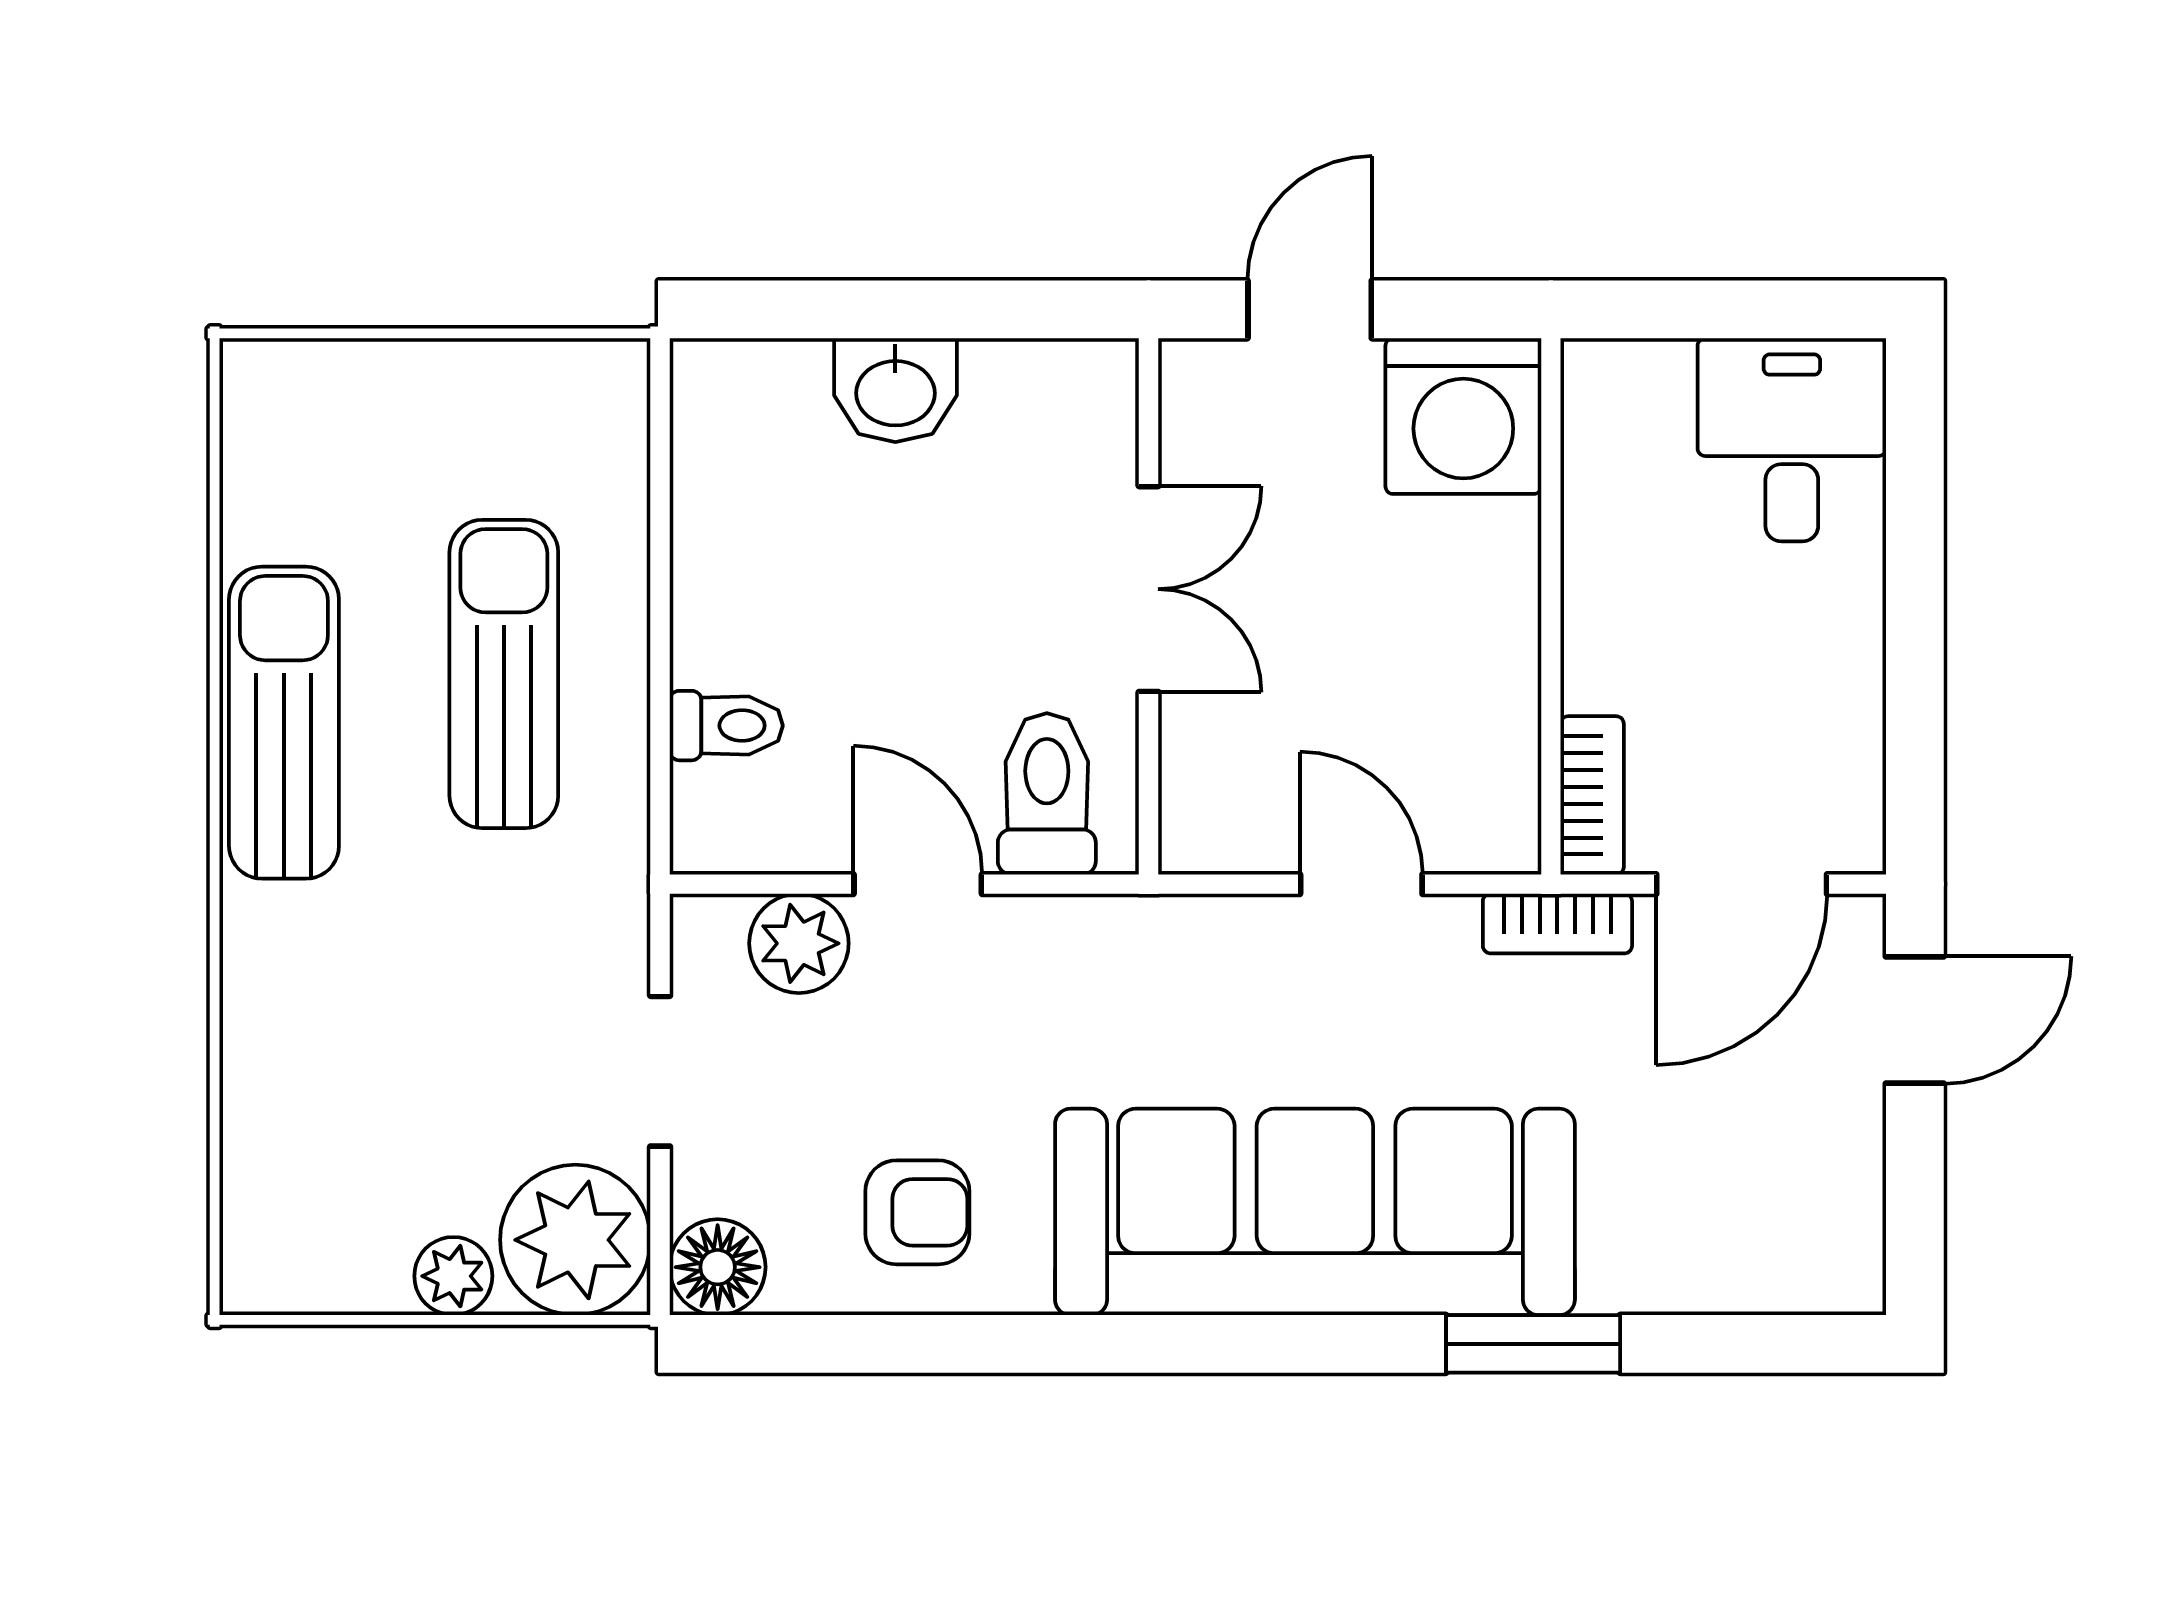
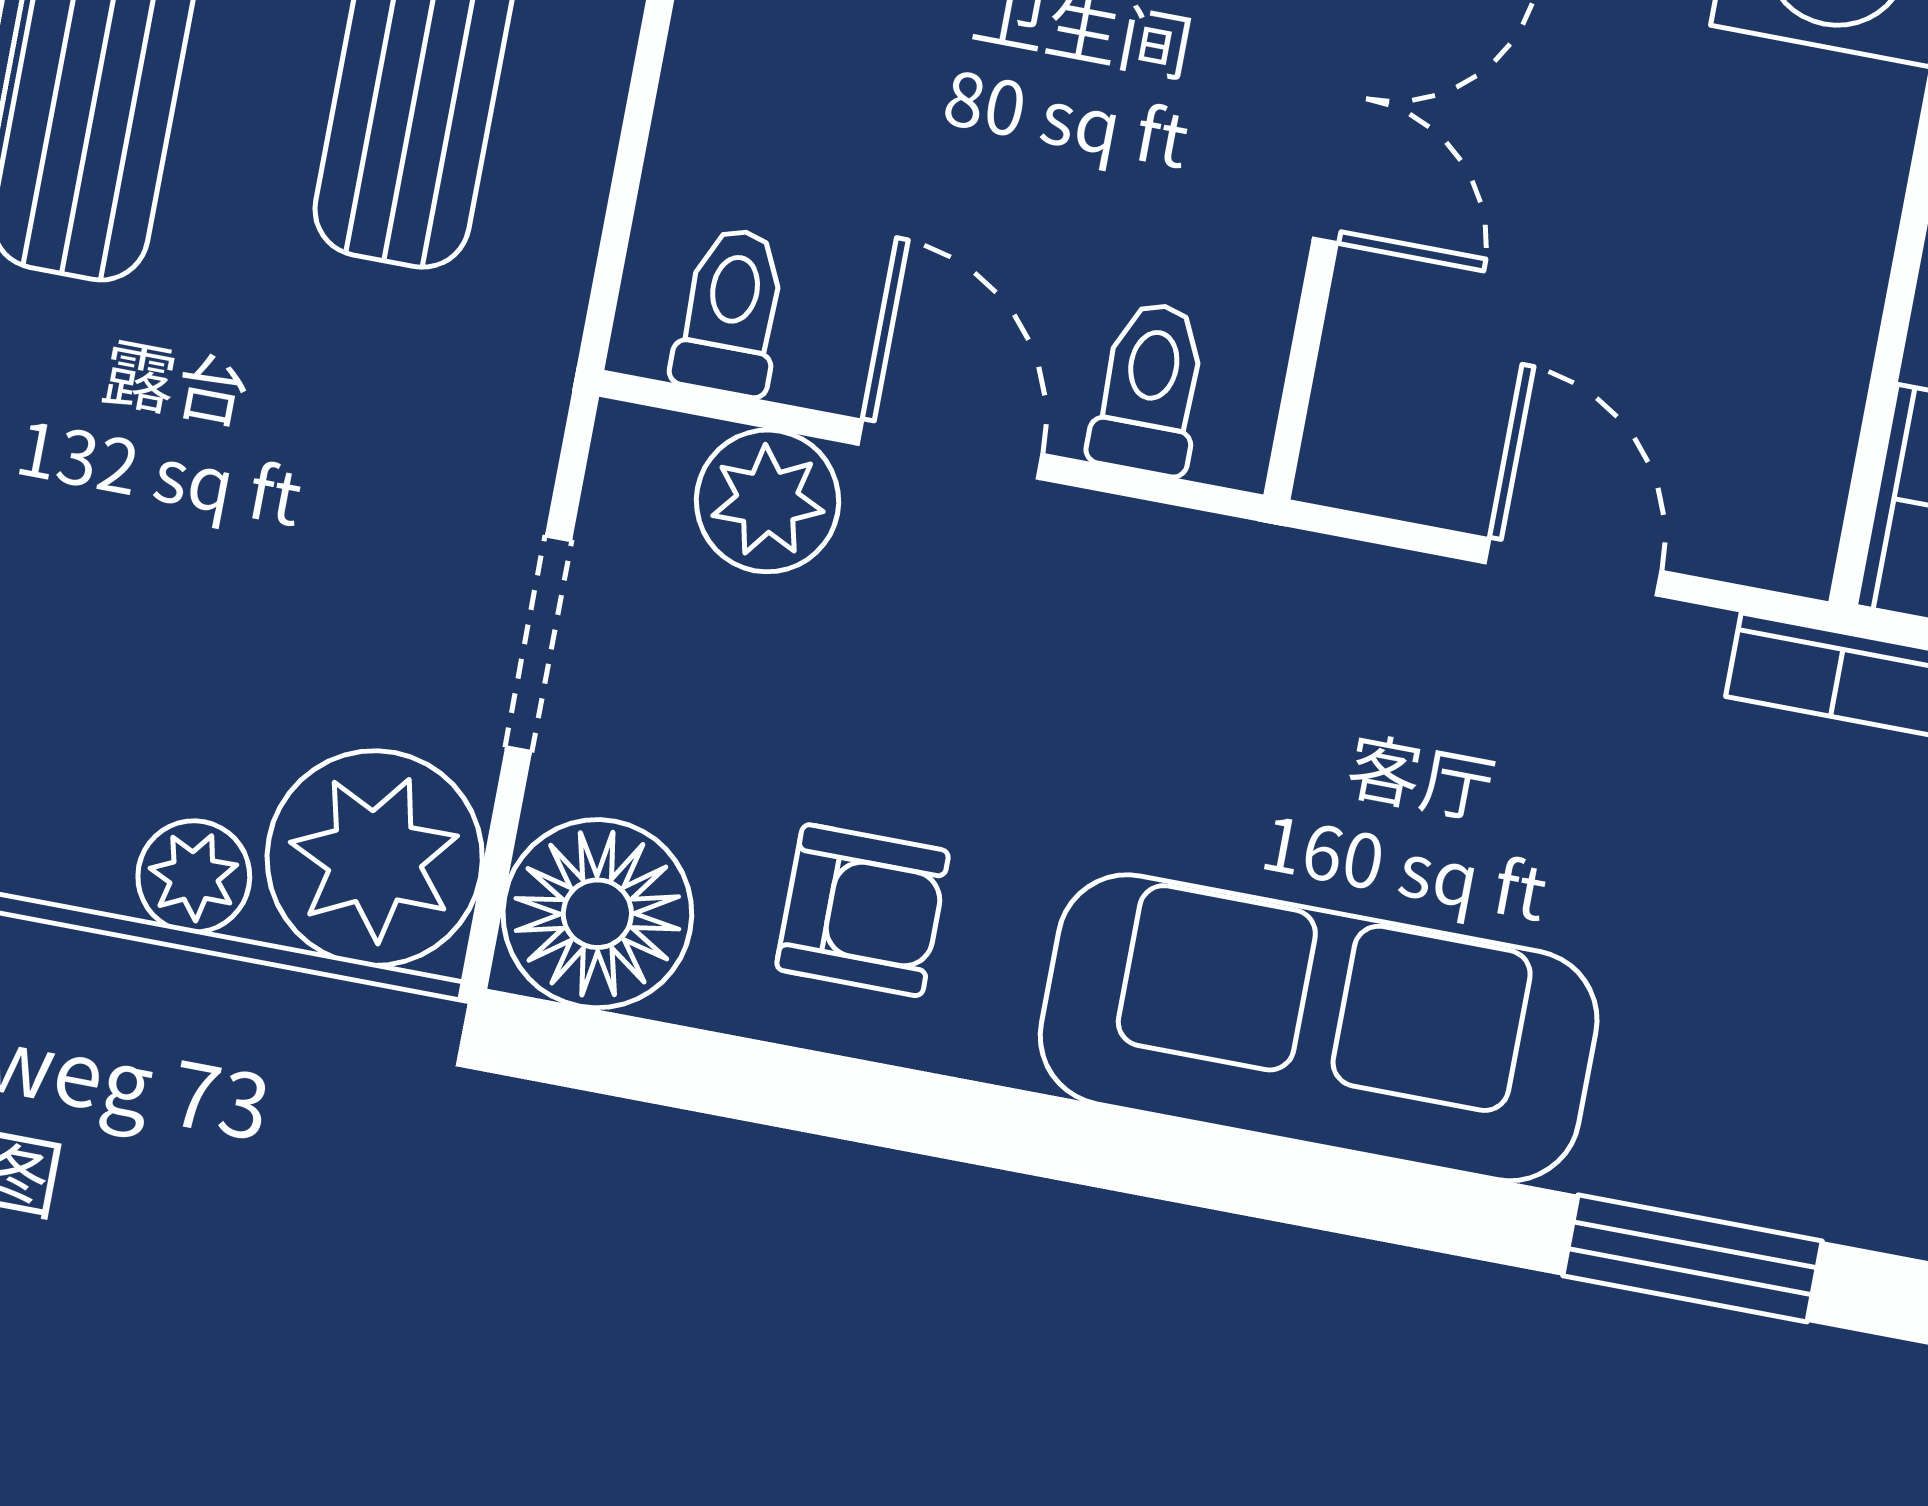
toilet: (726, 726) -> (731, 312), moved, turned -90
toilet: (1047, 794) -> (1149, 388), width x0.73, depth x0.72
sofa: (1315, 1212) -> (1319, 1028), width x0.74, depth x0.79
floor lamp: (718, 1267) -> (597, 914), width x1.38, depth x1.38

